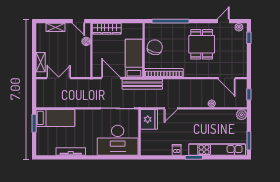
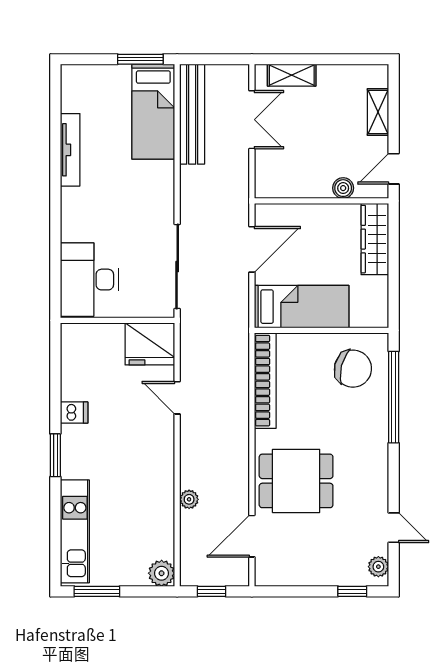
dining table: (202, 44) -> (296, 481), moved
chair: (155, 47) -> (353, 369), moved
bench: (142, 84) -> (192, 114), moved
desk: (118, 140) -> (89, 280), width x0.73, depth x0.77
kitchen unit: (217, 150) -> (75, 531), width x0.73

